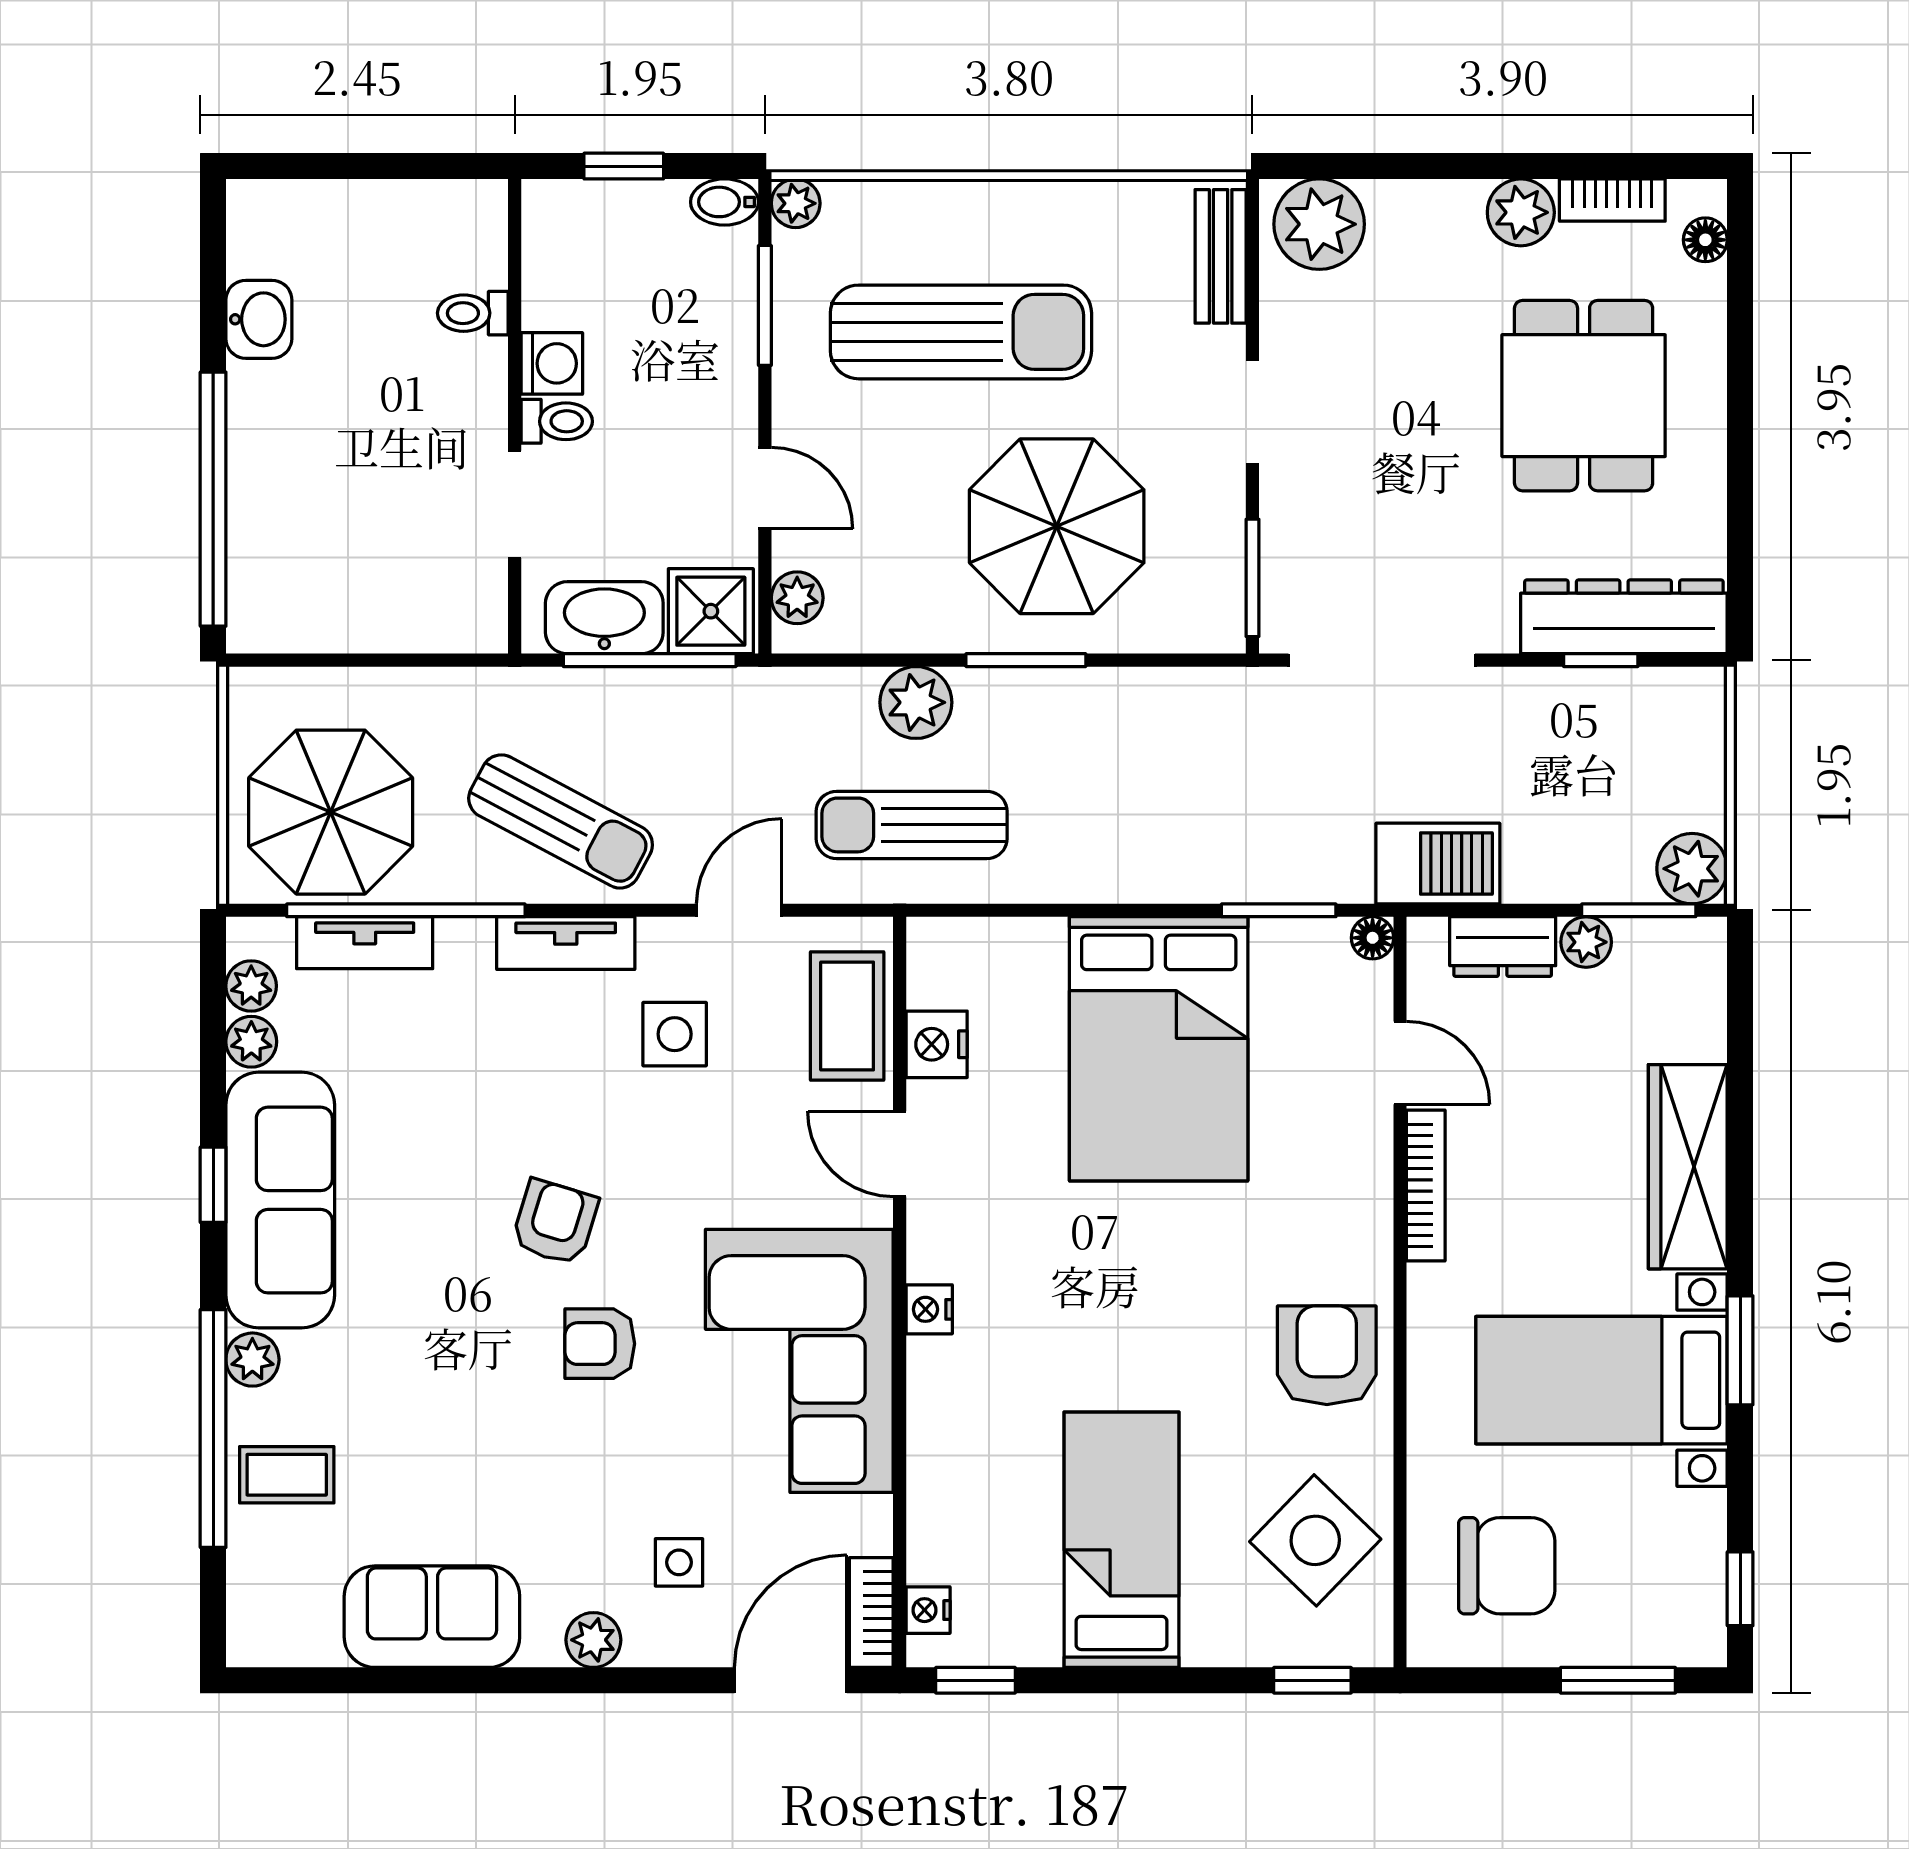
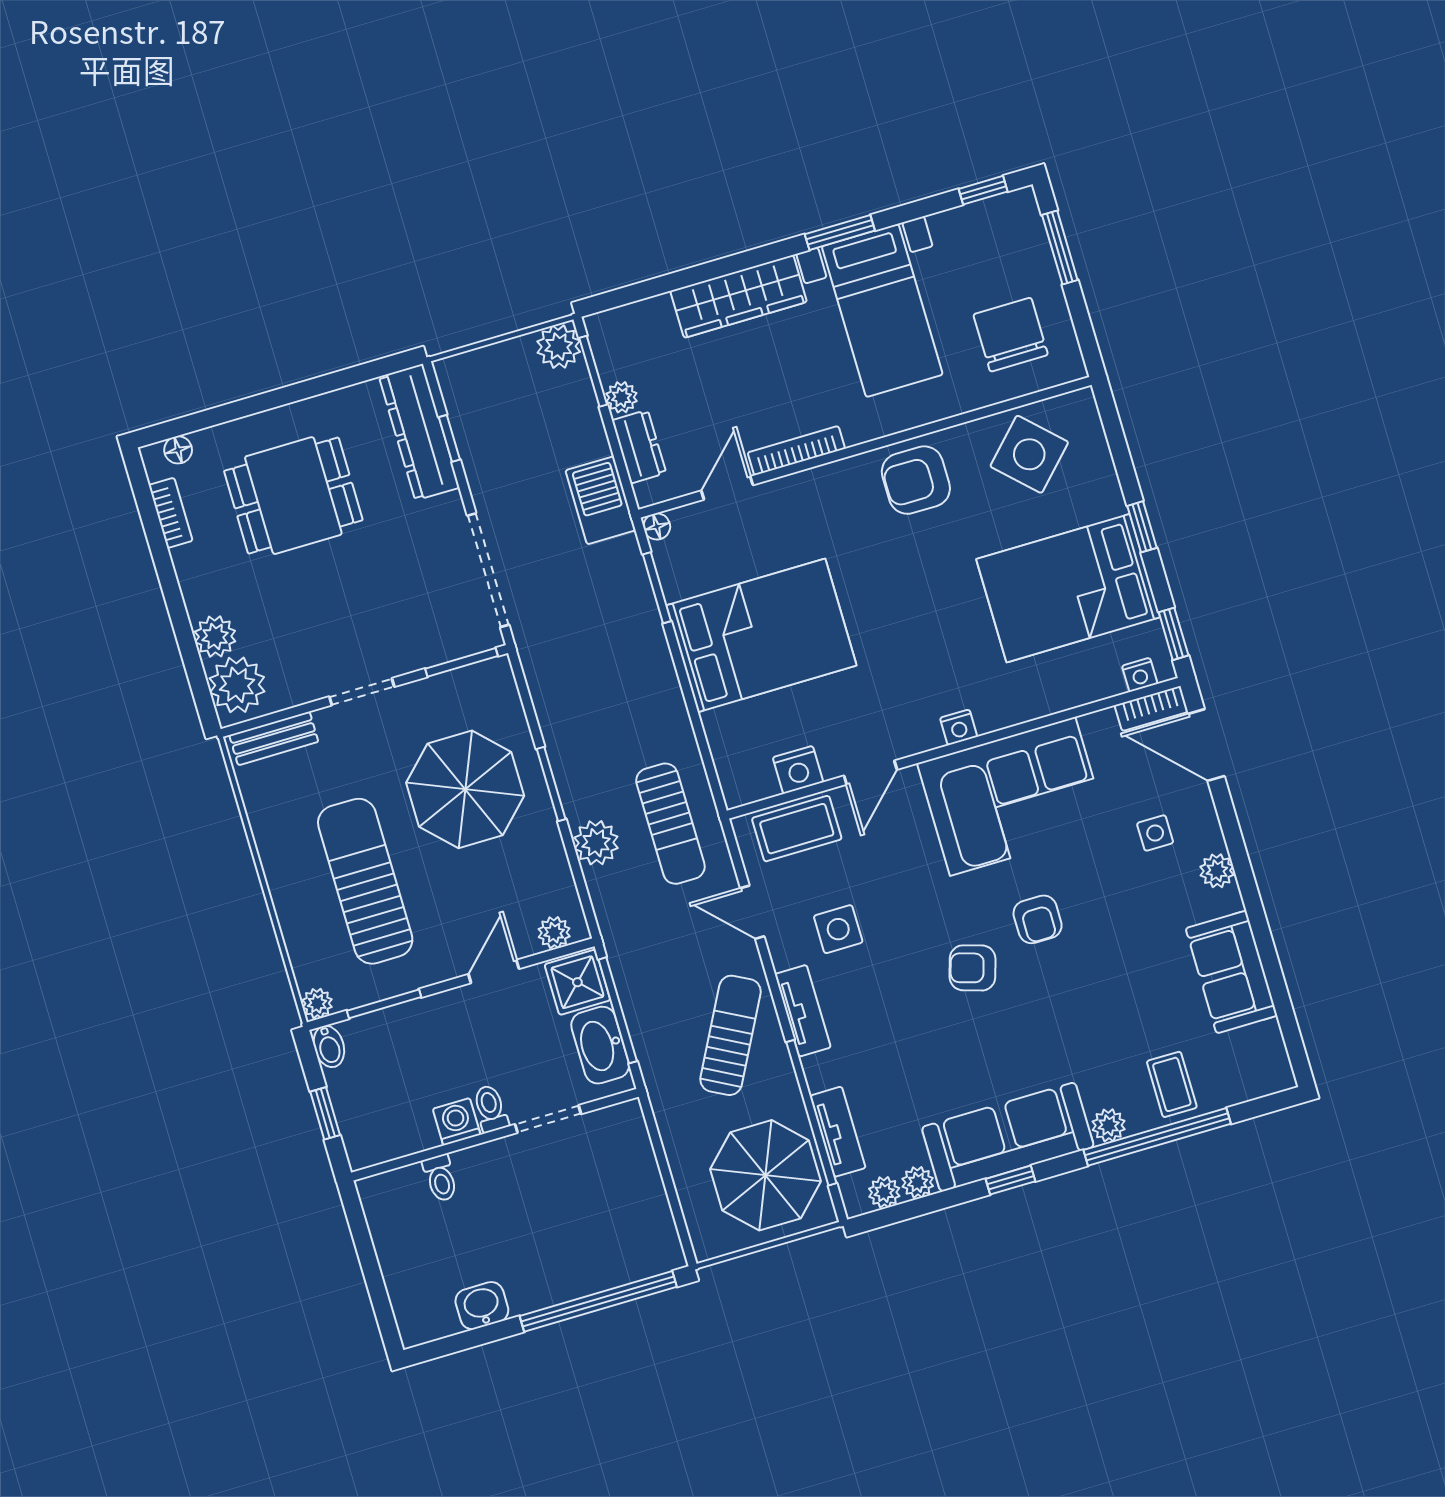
plant: (1521, 212) -> (215, 637), moved
bed: (1122, 1540) -> (1068, 588), width x1.50
window: (1312, 1680) -> (1142, 527), moved

